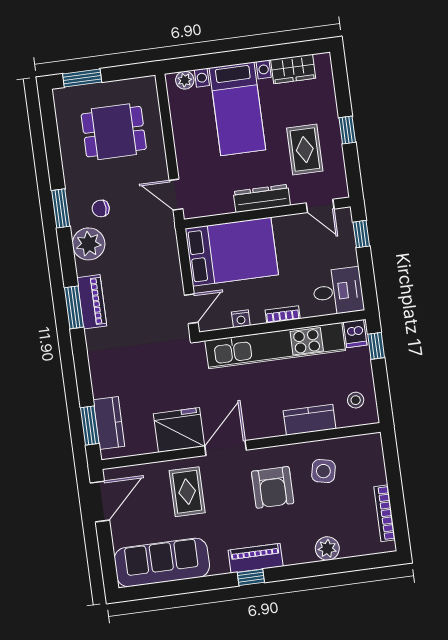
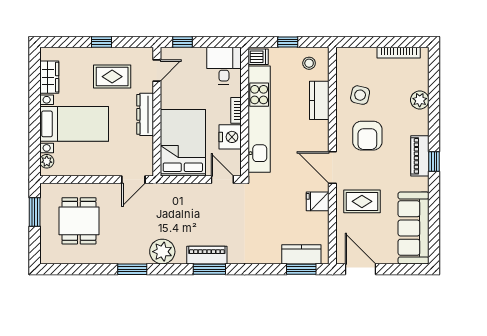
window: (82, 78) -> (35, 212), moved
chair: (101, 208) -> (136, 239), removed
nightstand: (241, 319) -> (230, 137), width x1.89, depth x1.79
window: (376, 346) -> (288, 42), moved
fridge: (179, 430) -> (318, 201), width x0.53, depth x0.75
armchair: (273, 487) -> (367, 136), turned 90

